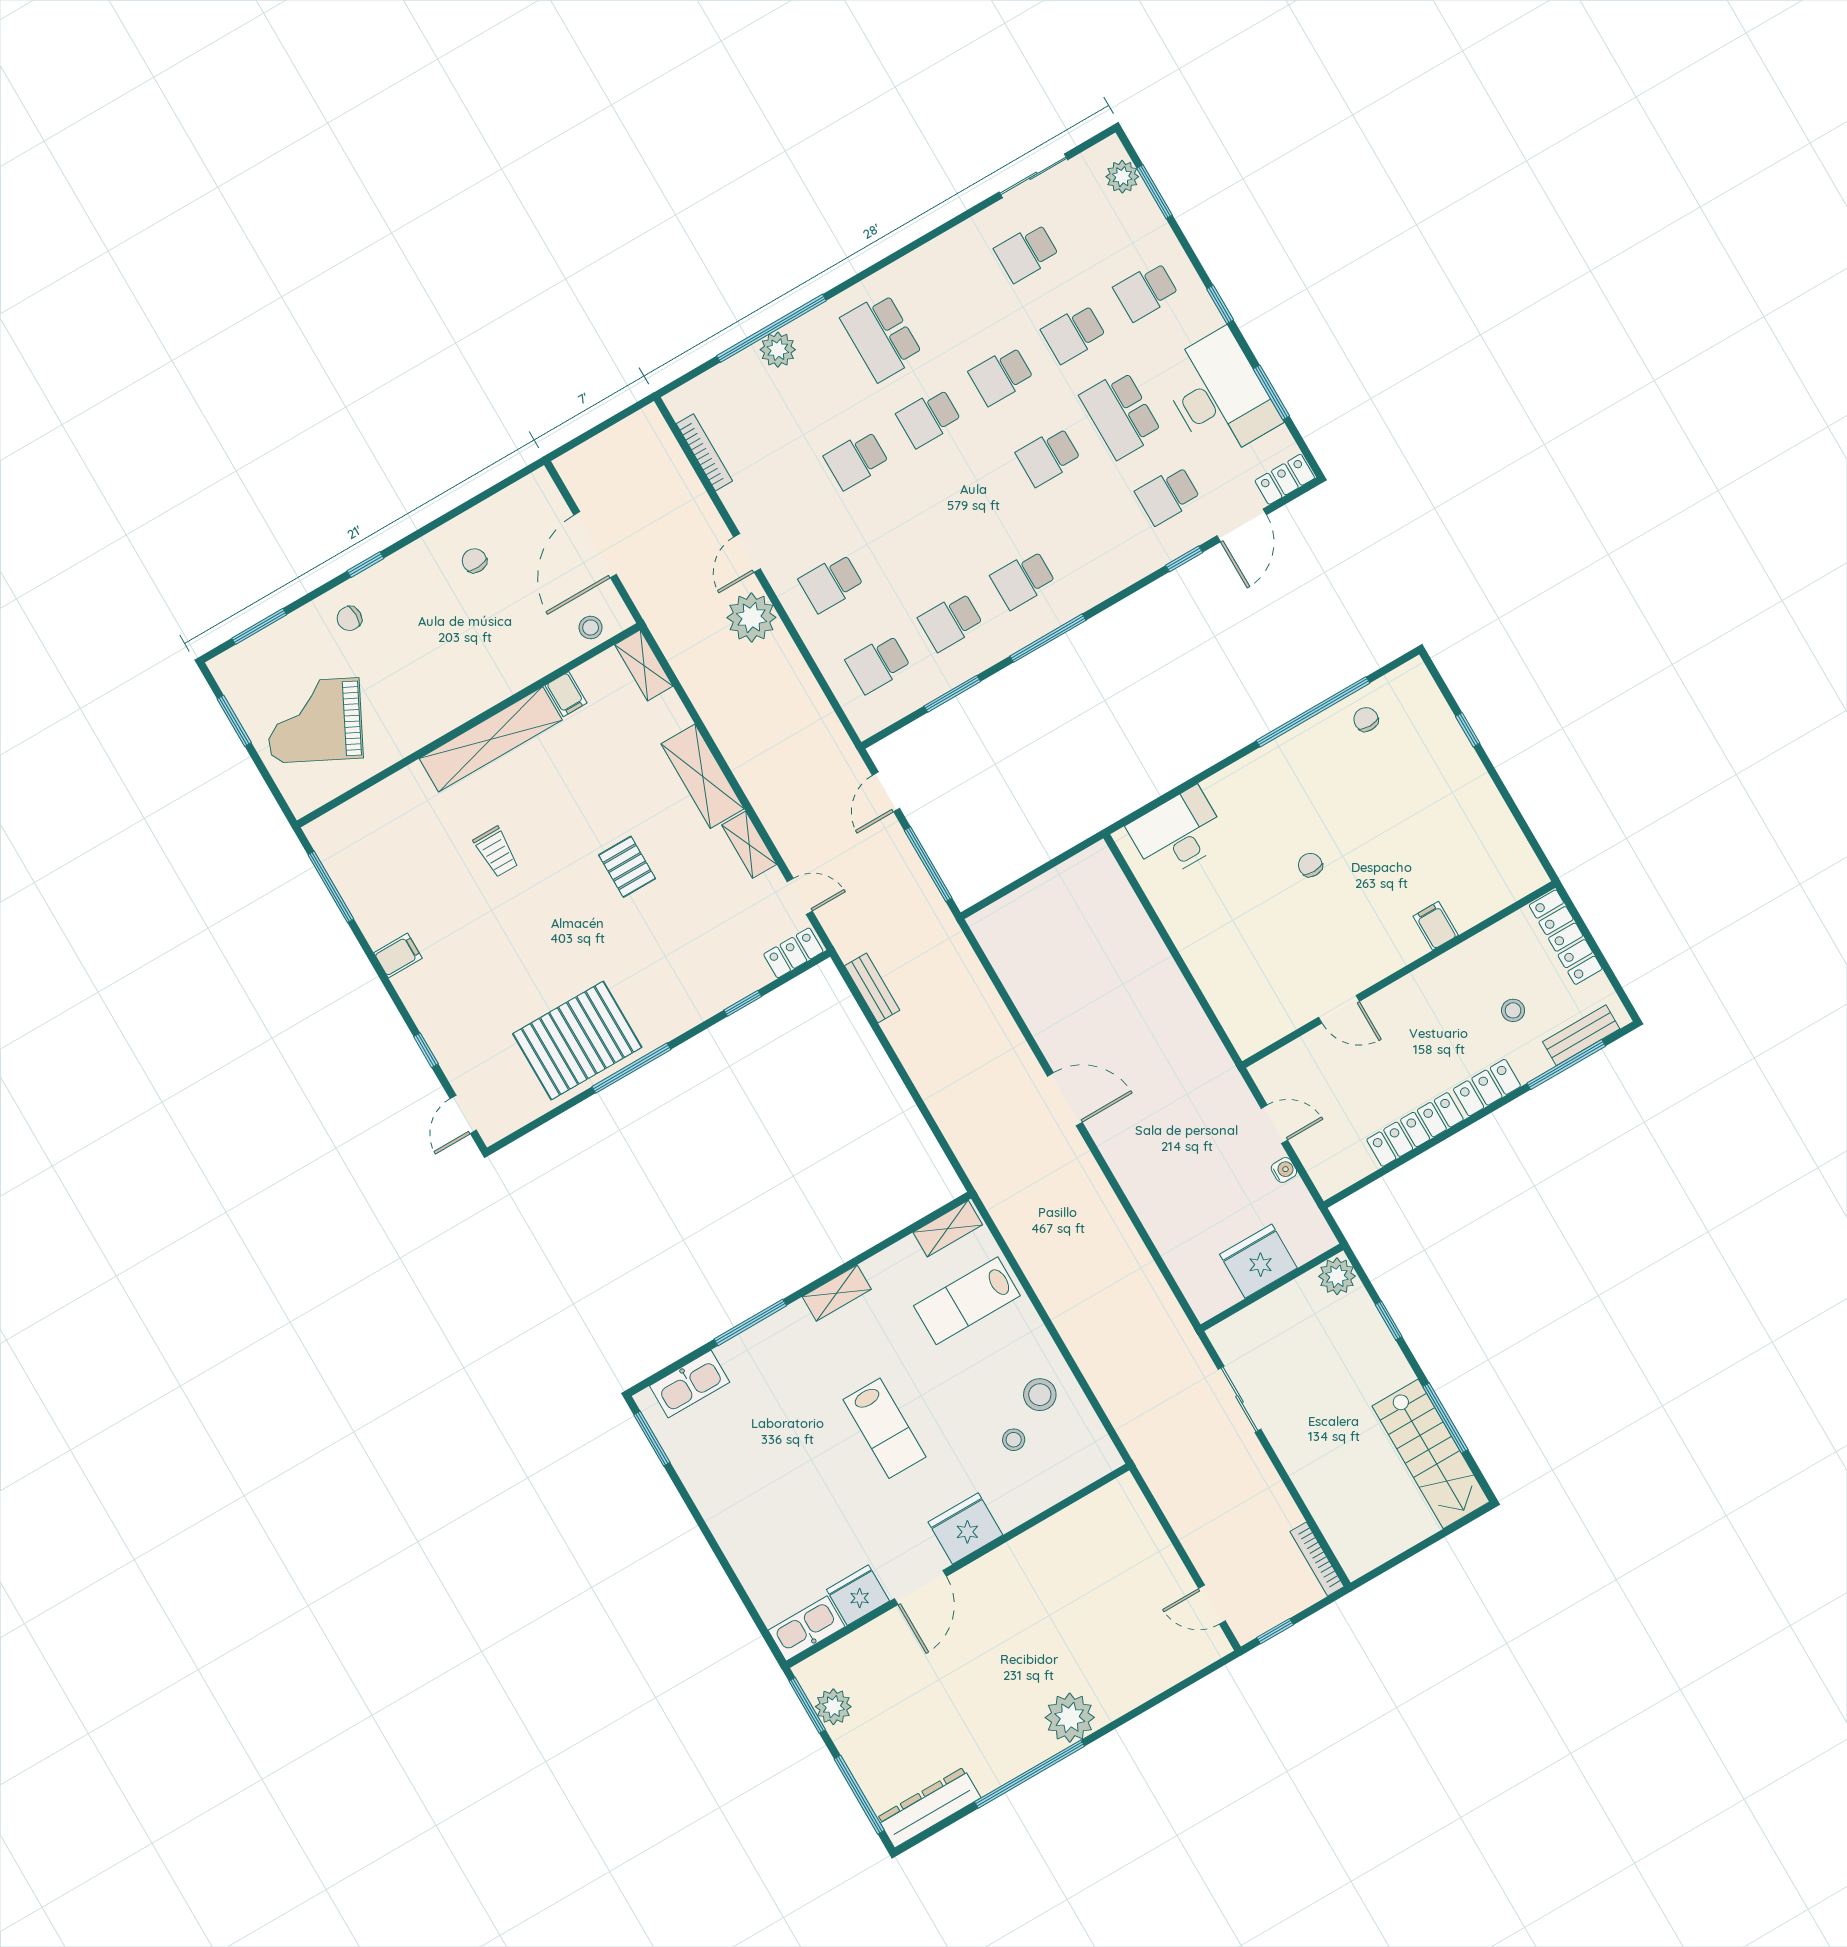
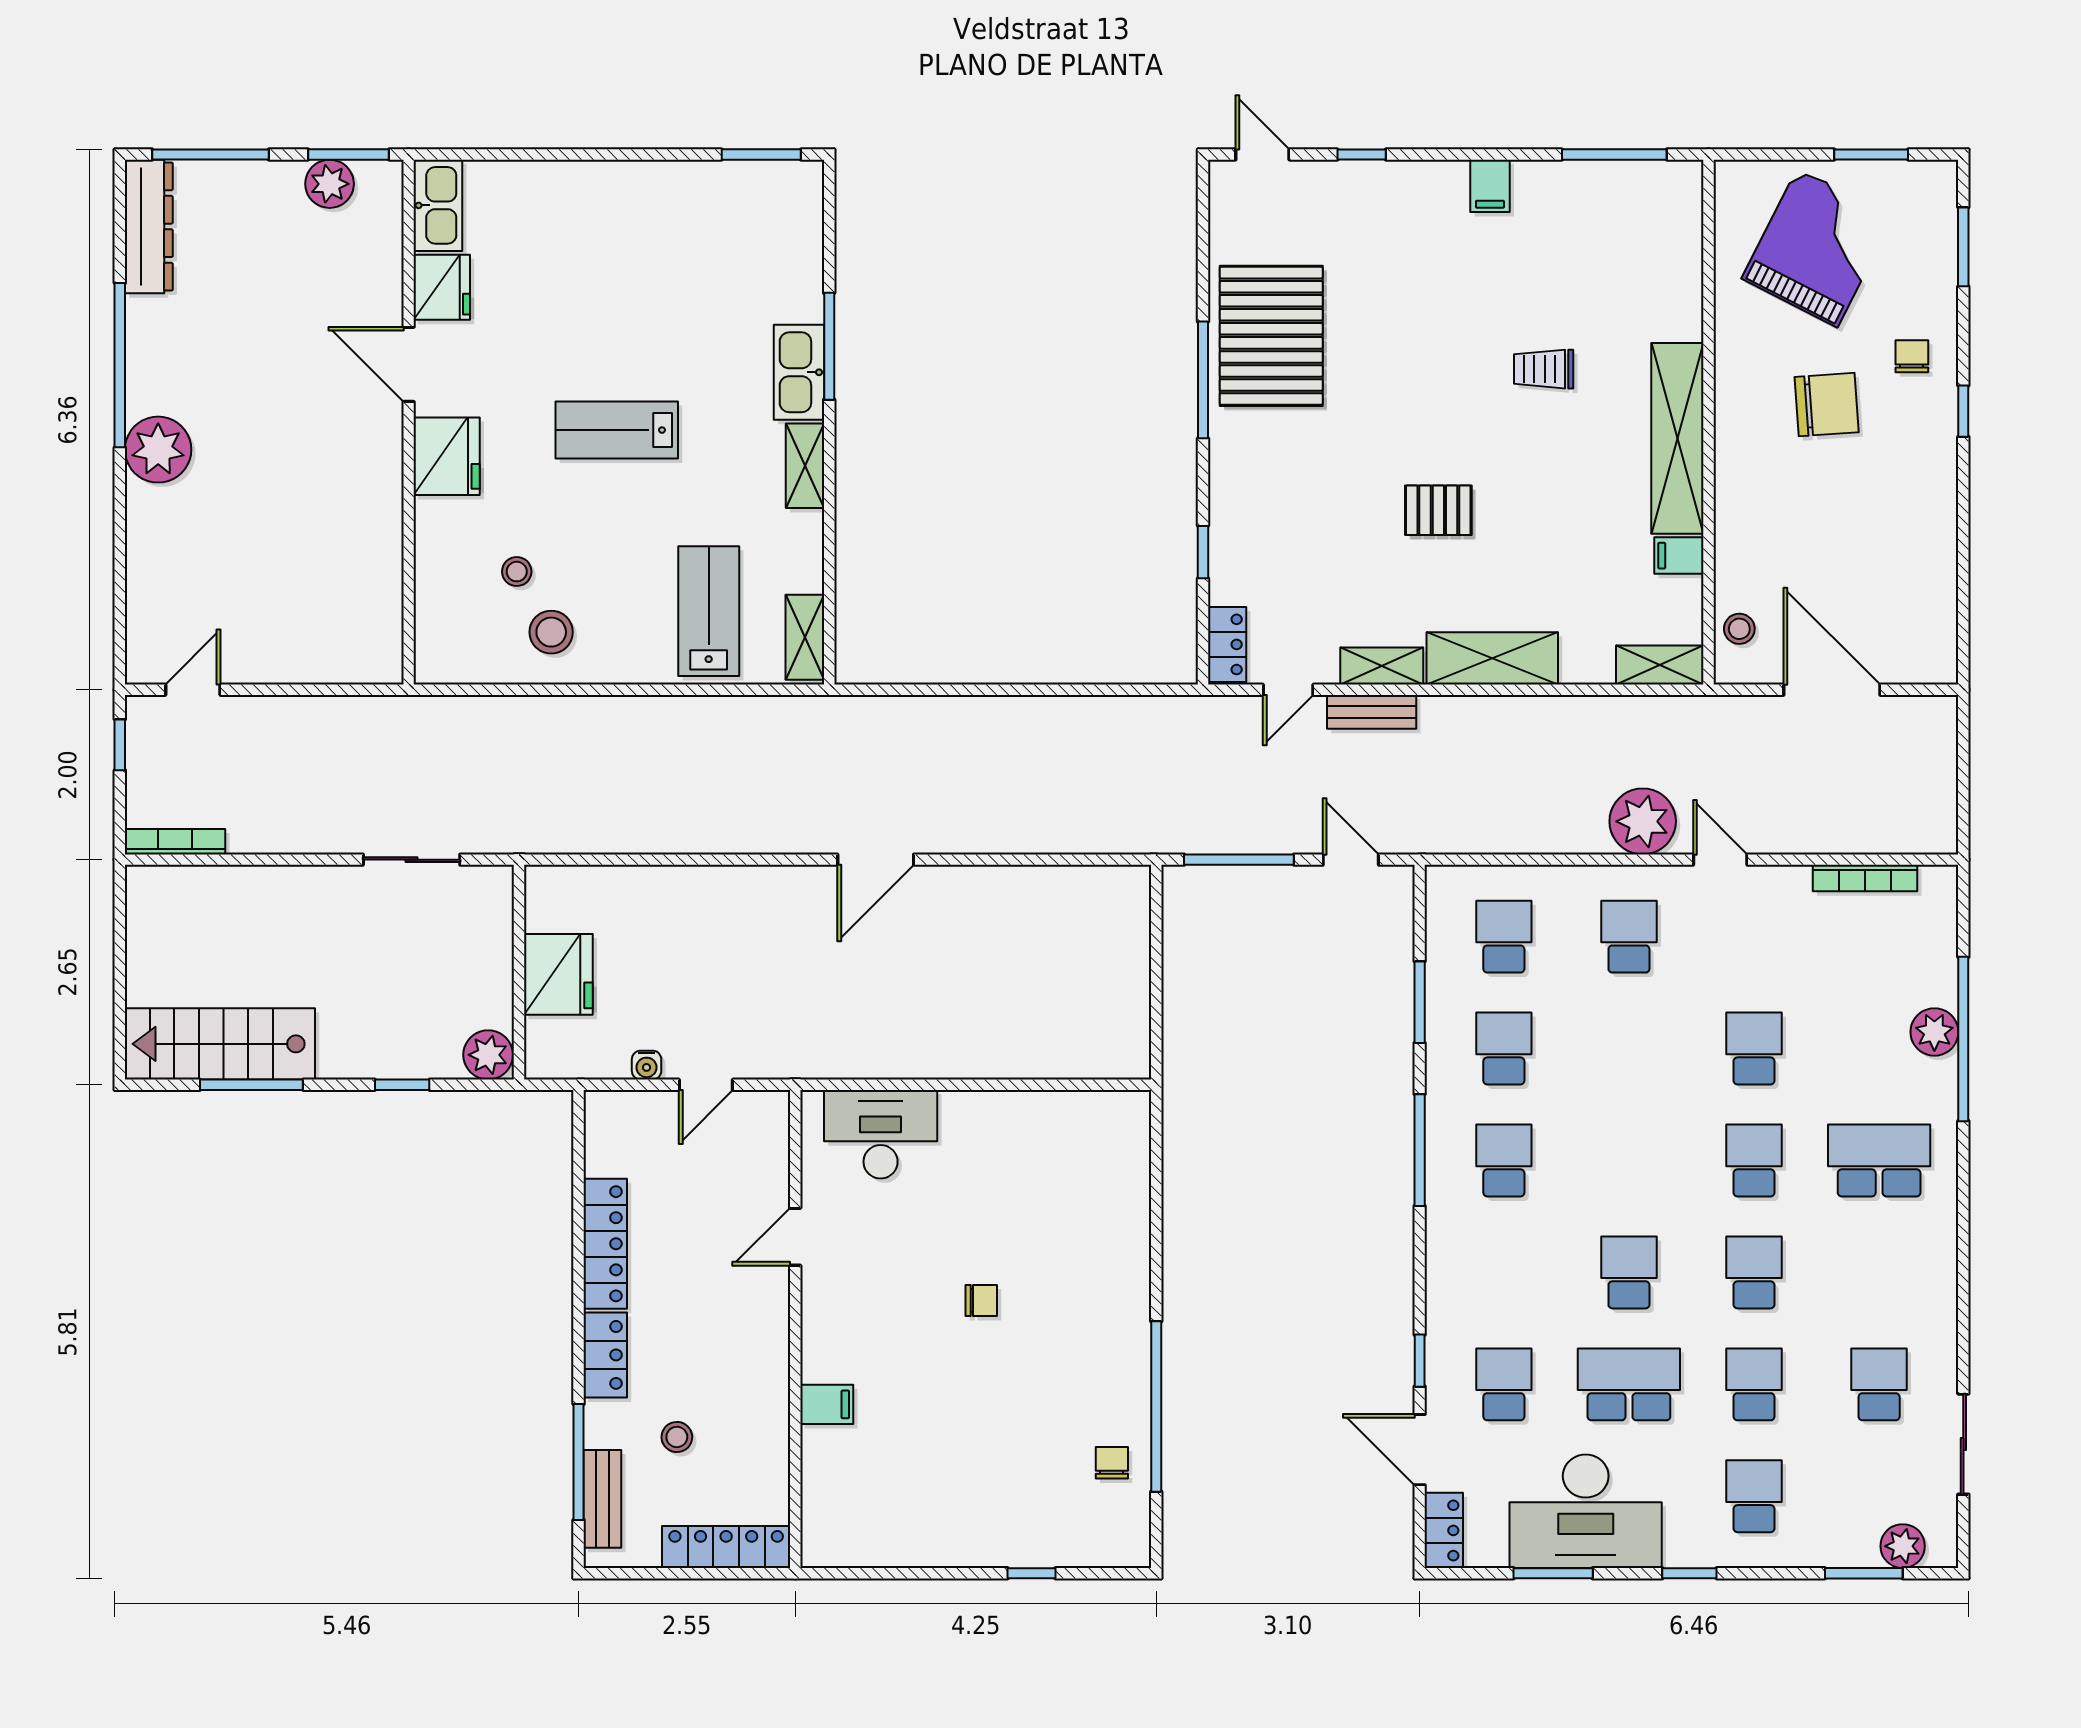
chair: (474, 561) -> (1827, 405), moved, width x1.87, depth x1.87
chair: (1366, 719) -> (1112, 1463), turned -90
desk: (1178, 833) -> (881, 1134), moved, turned -90
bench: (872, 988) -> (1372, 712), moved
kitchen sink: (690, 1384) -> (799, 372), moved

